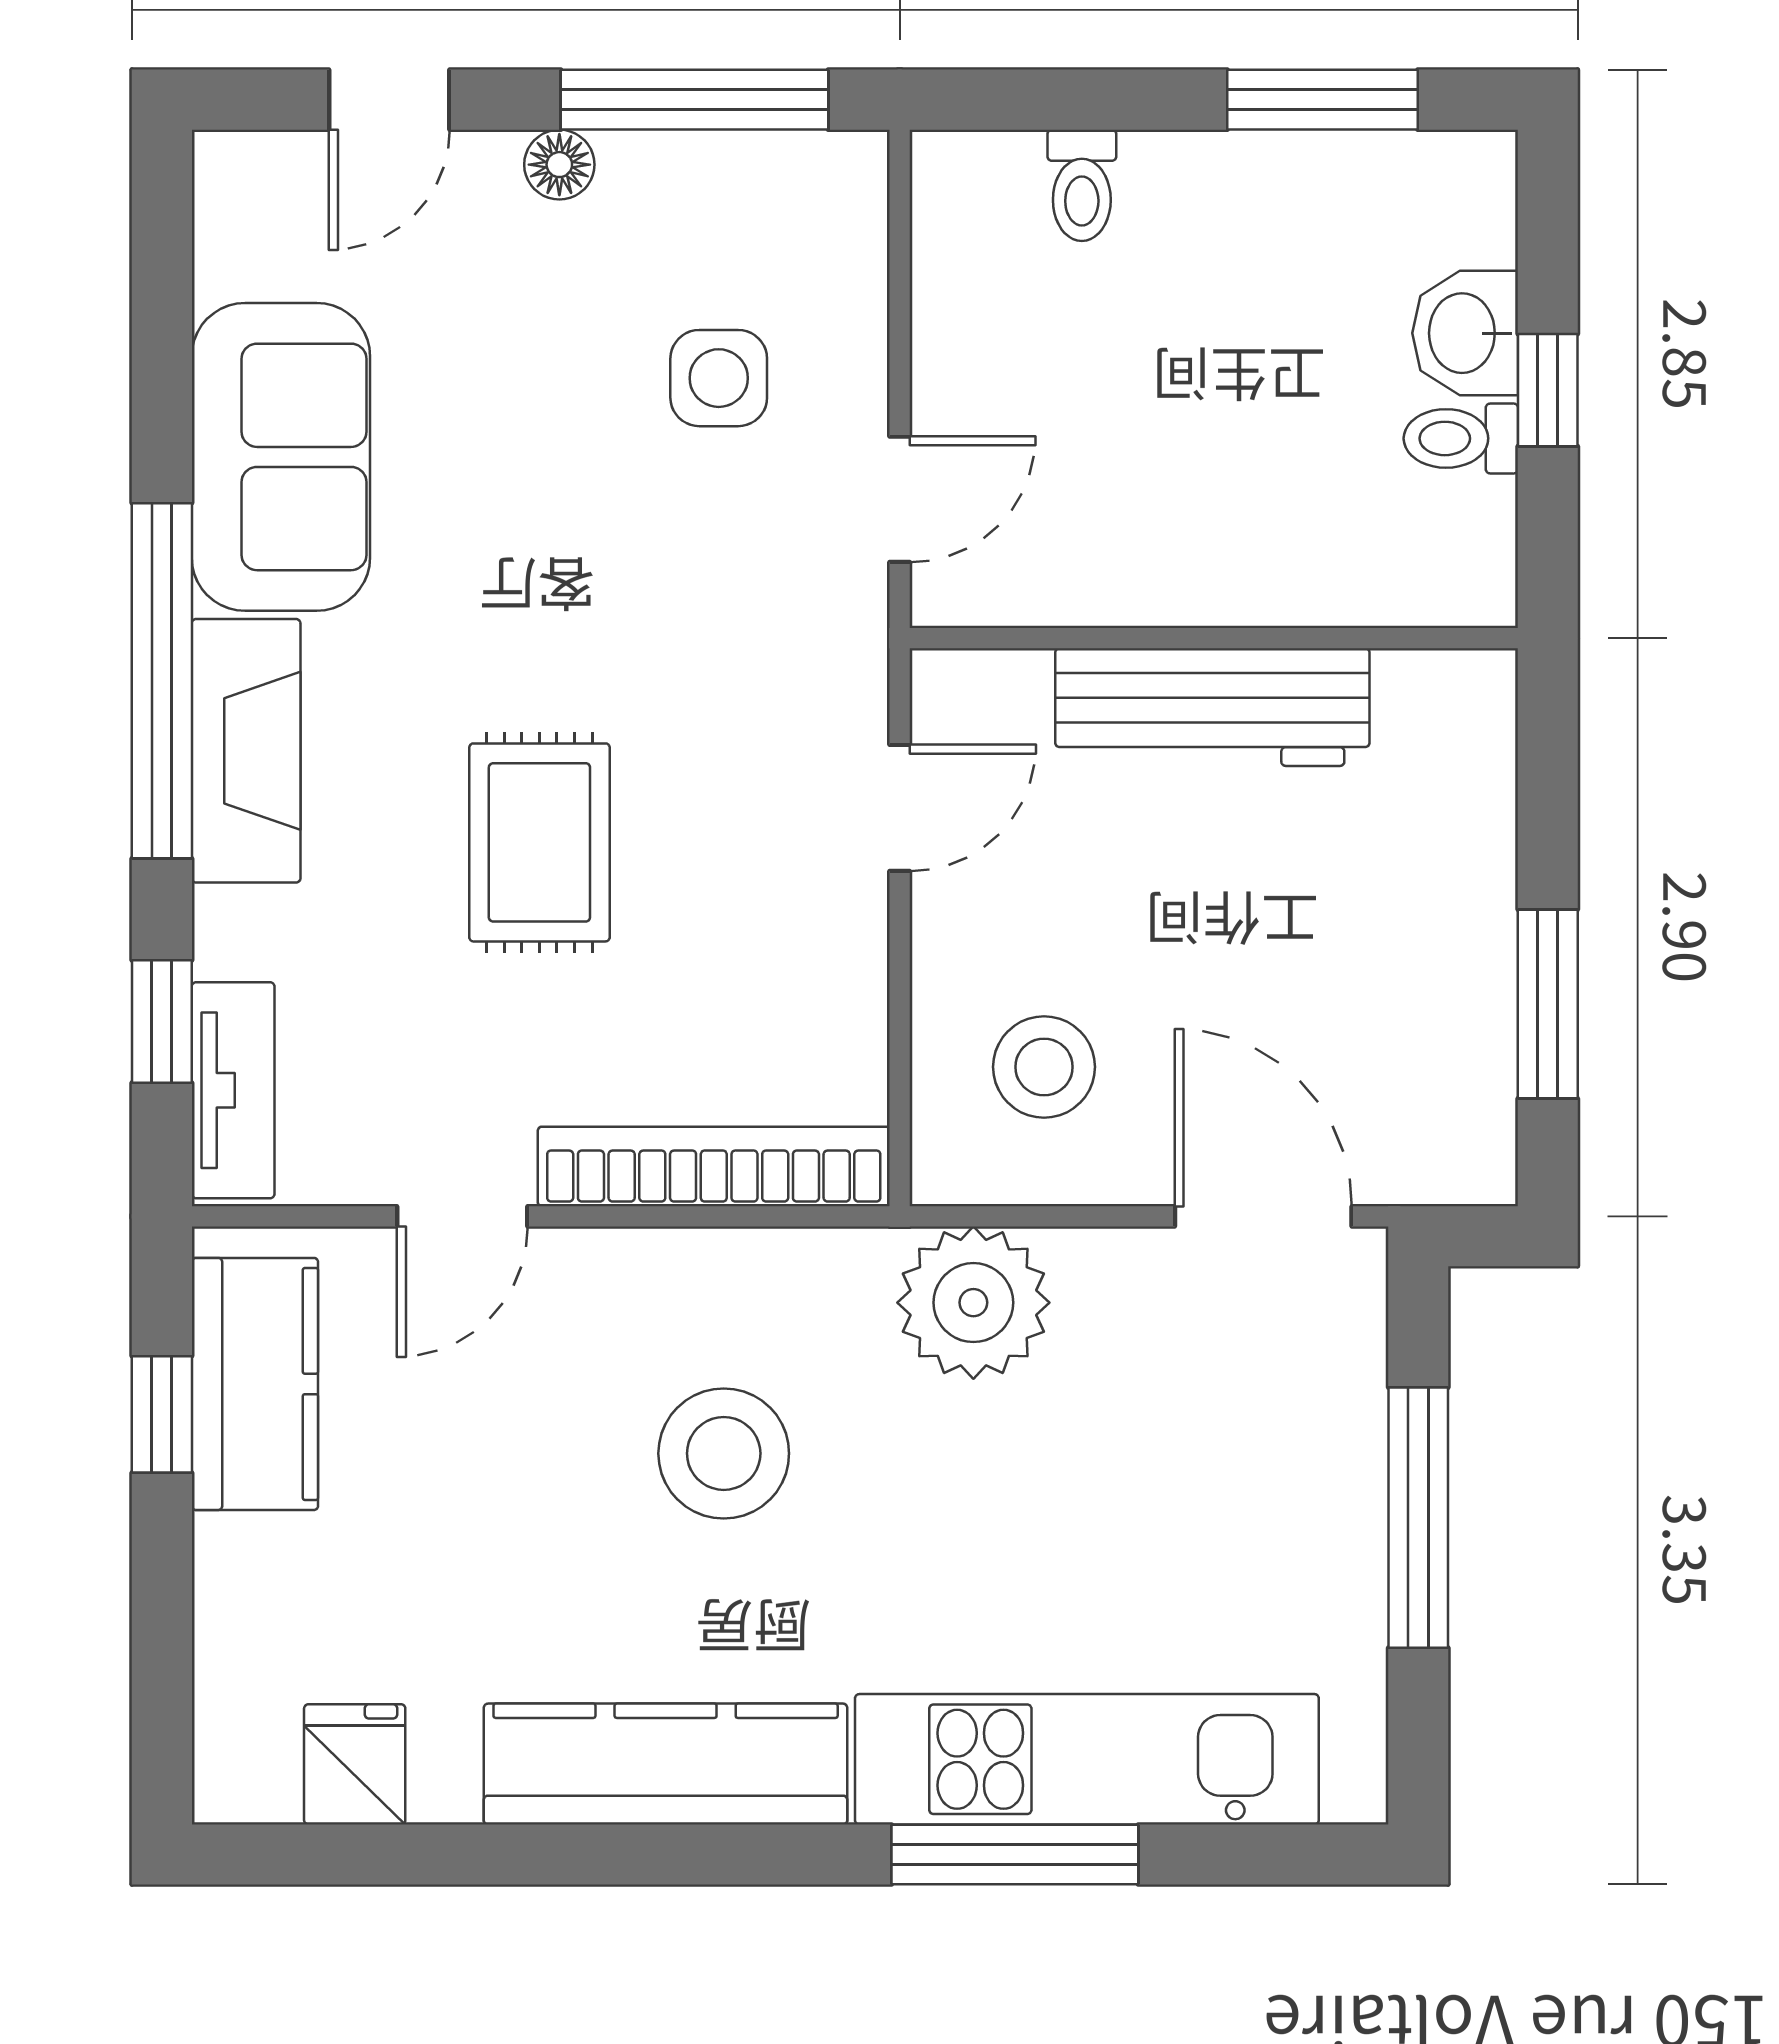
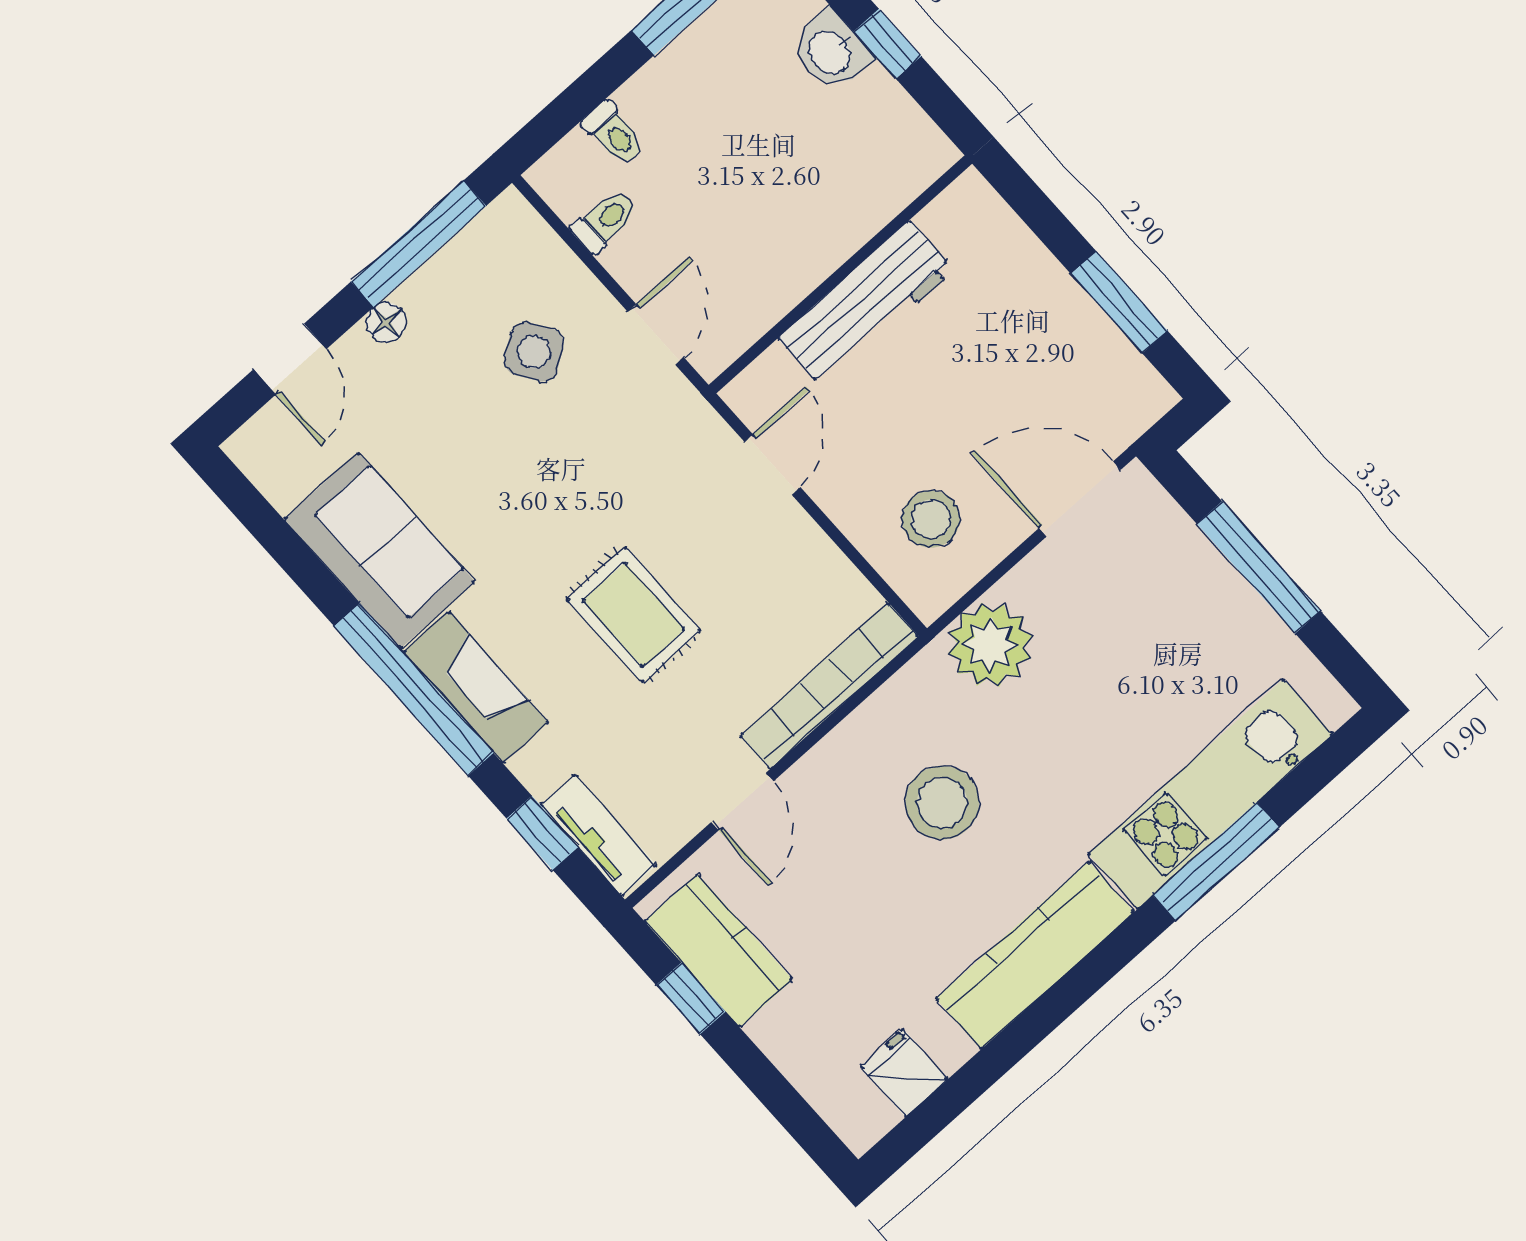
side table: (719, 378) -> (534, 352), turned -34
toilet: (1461, 438) -> (605, 221), moved, turned 180

